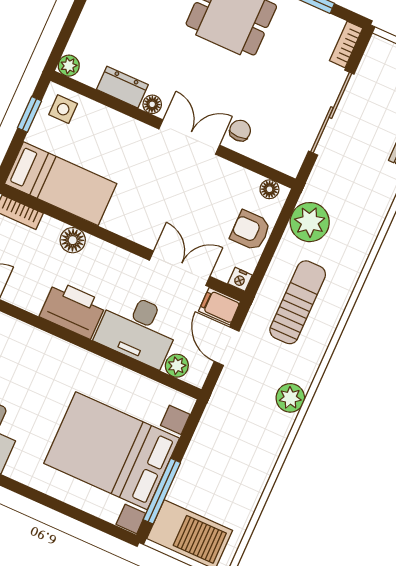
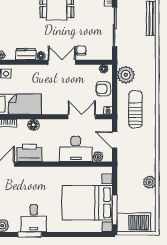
filing cabinet: (220, 306) -> (105, 125), removed
printer: (73, 310) -> (29, 153), moved
plant: (290, 398) -> (150, 182), moved

